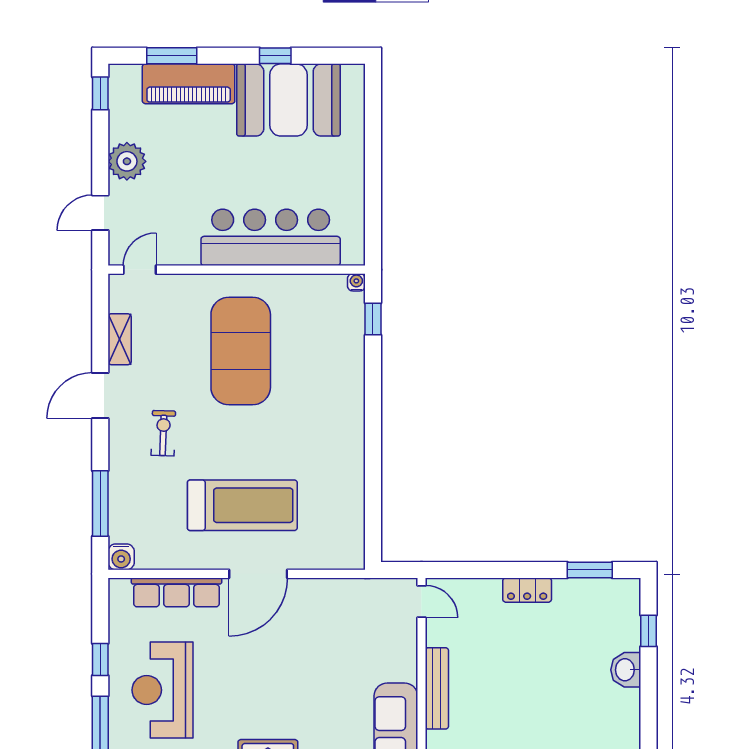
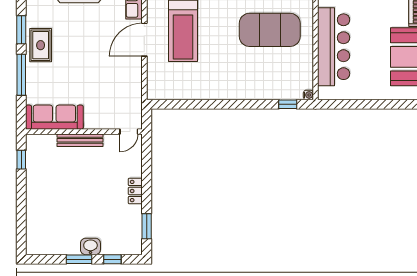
door: (258, 574) -> (144, 40), hinge flipped
window: (648, 690) -> (79, 259), added

